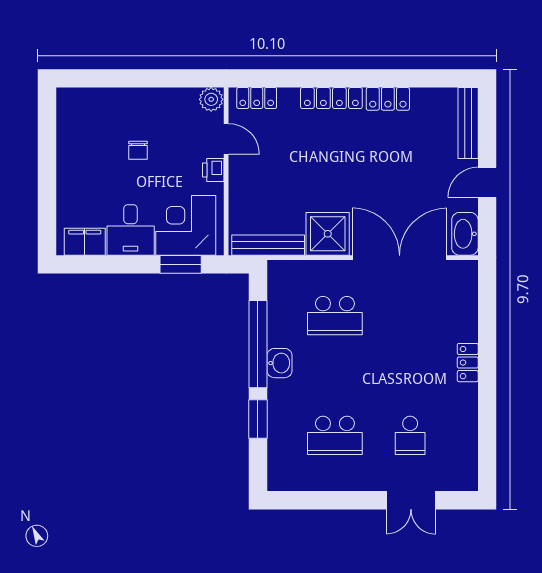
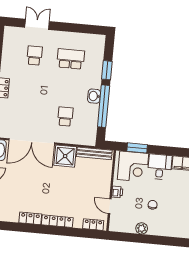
plant: (211, 99) -> (142, 228), moved
school desk: (335, 316) -> (65, 116), width x0.54

